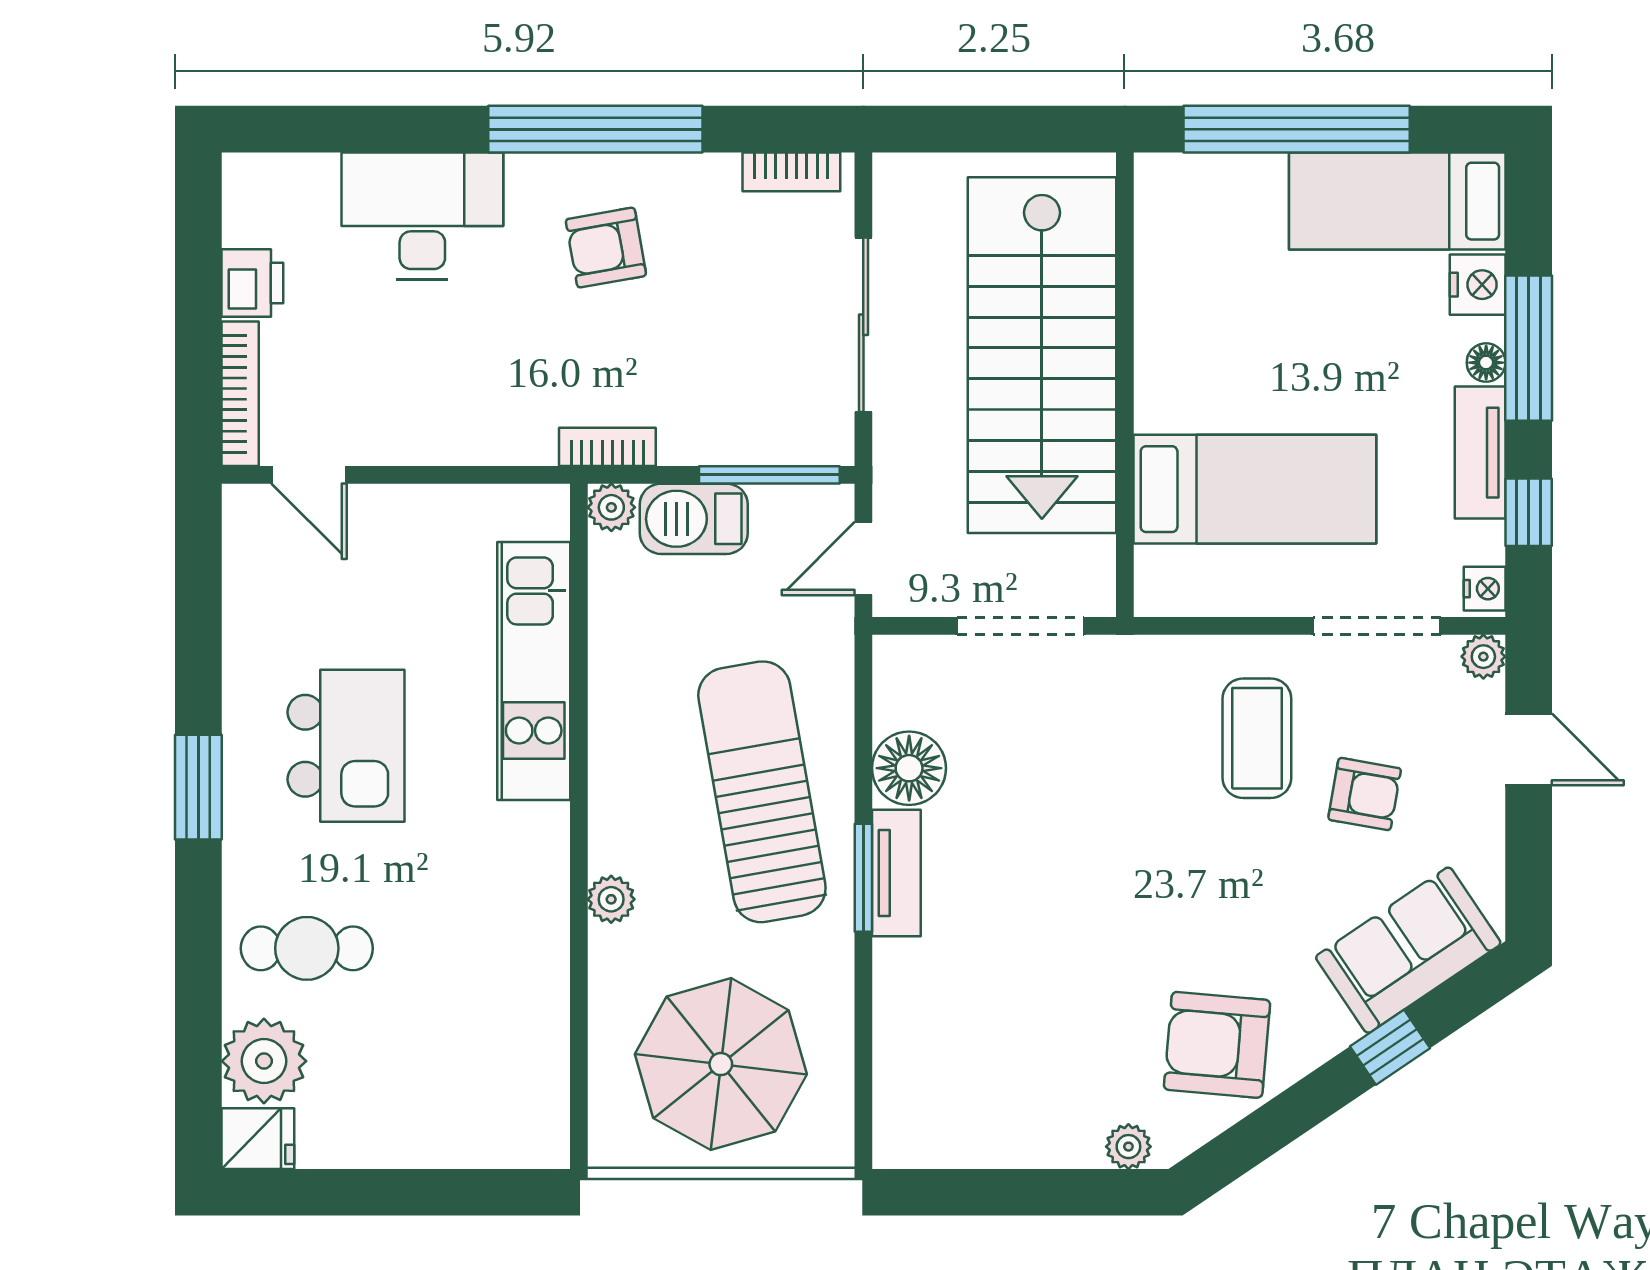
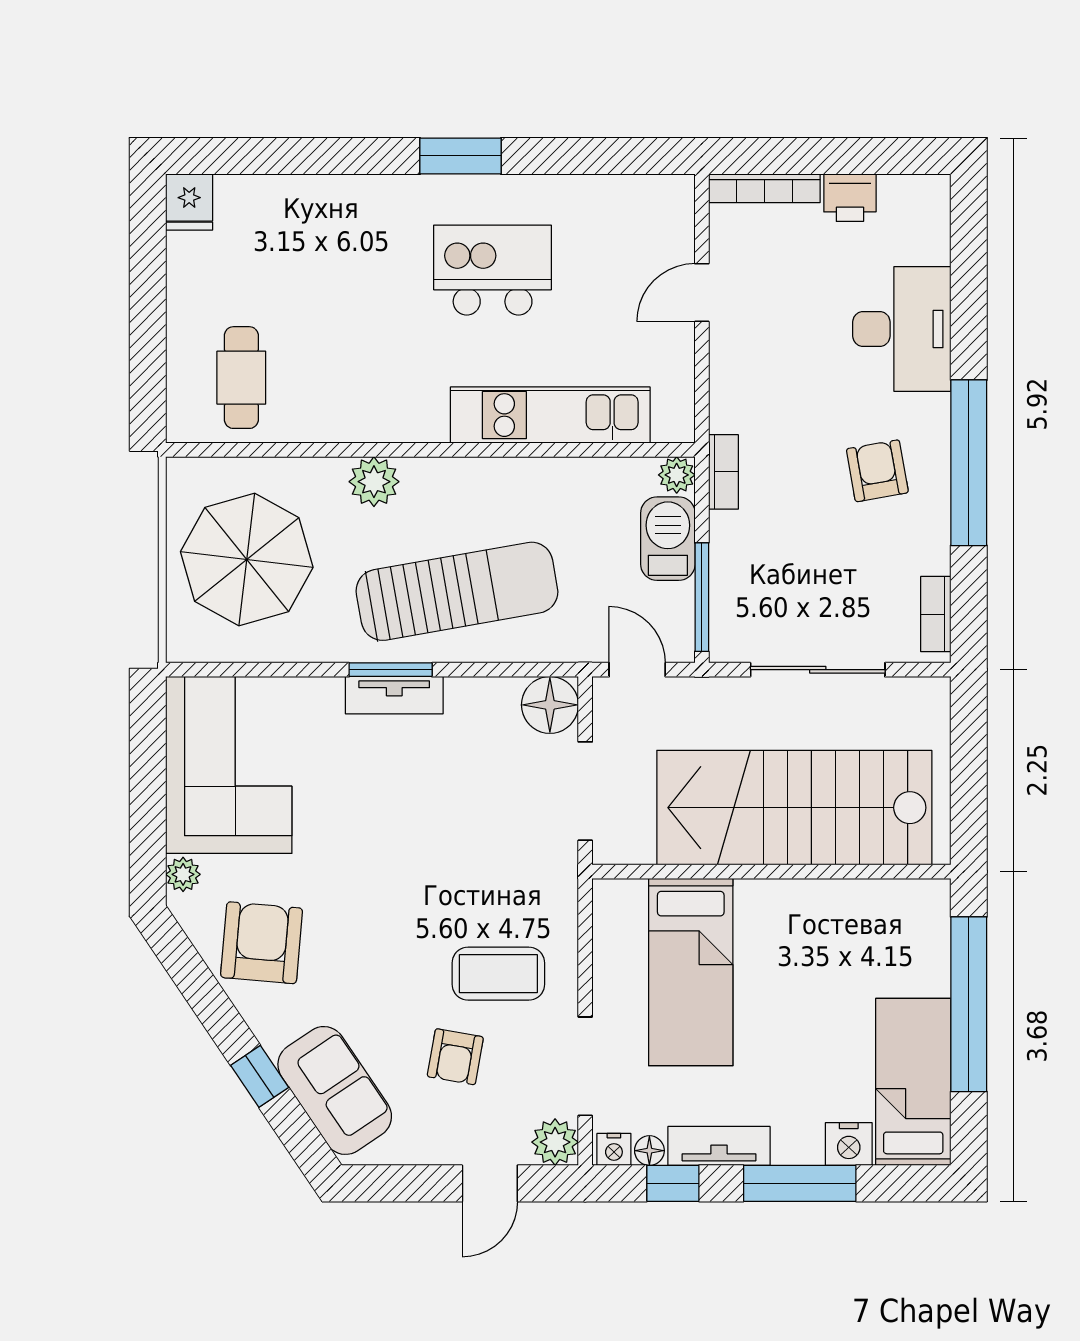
floor lamp: (1486, 363) -> (649, 1151), moved
door: (309, 475) -> (702, 293), moved
plant: (1483, 657) -> (555, 1142), width x1.38, depth x1.38
kitchen island: (346, 746) -> (493, 270), turned 180
floor lamp: (909, 768) -> (550, 705), moved
plant: (611, 899) -> (374, 482), width x1.38, depth x1.38
cafe table: (307, 948) -> (241, 378), moved
plant: (264, 1061) -> (249, 207), removed
corner sofa: (987, 1087) -> (229, 765), added

